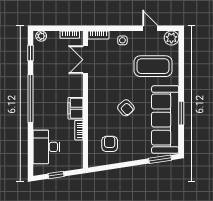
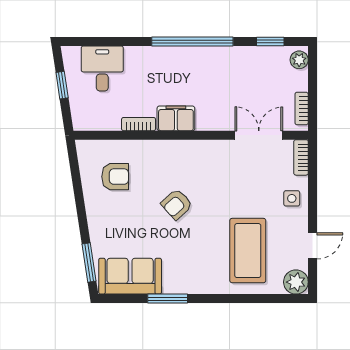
sofa: (165, 120) -> (130, 276), width x0.54, depth x0.79
desk: (46, 147) -> (102, 68), width x0.73

